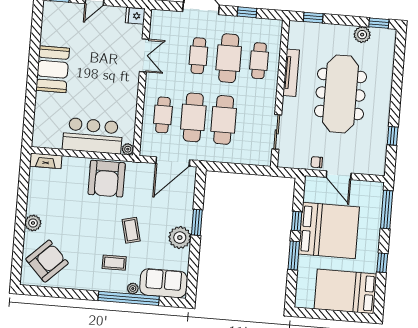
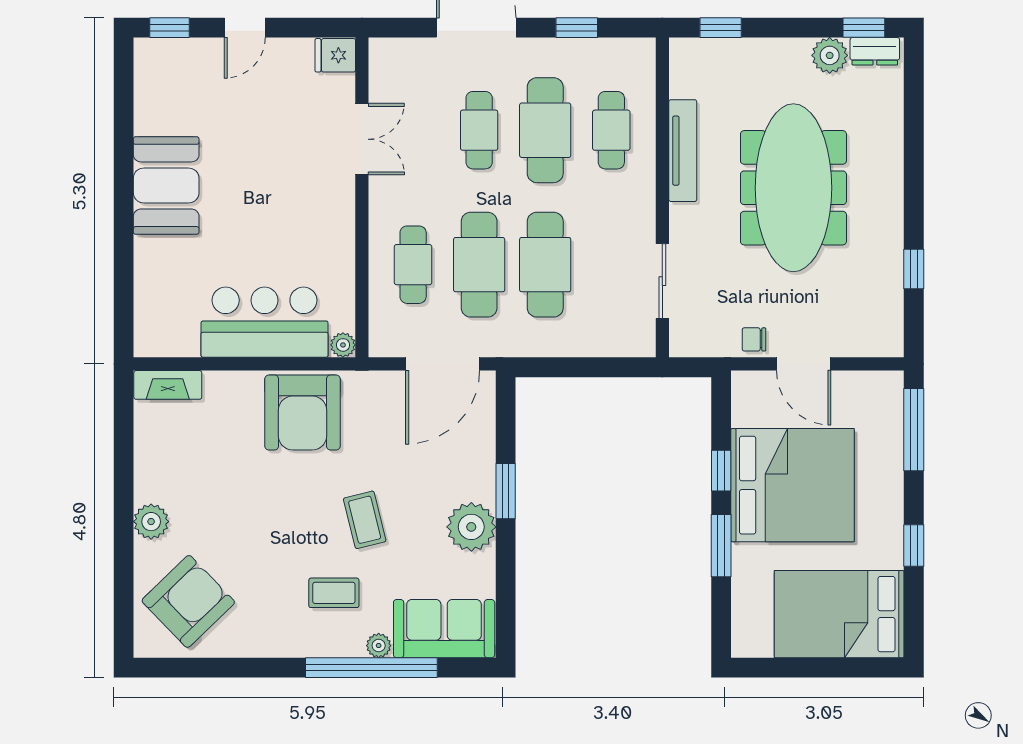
dresser: (383, 34) -> (875, 51), added

